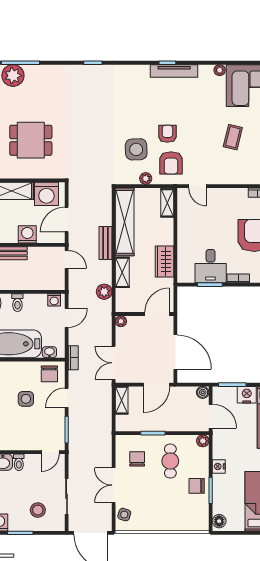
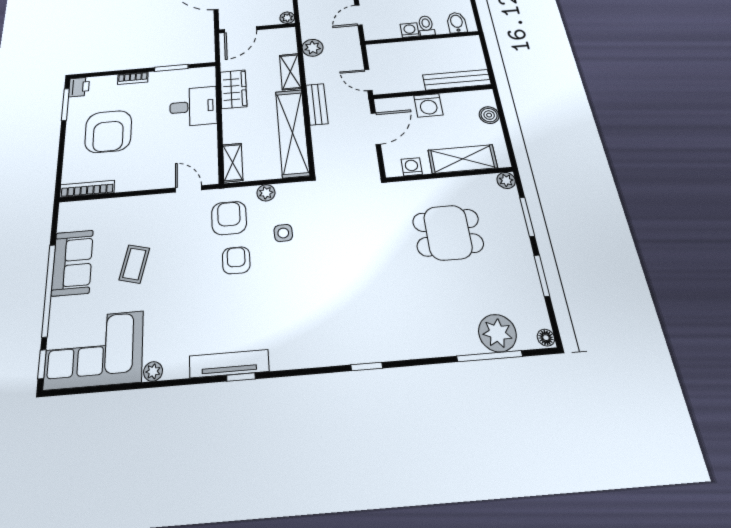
armchair: (167, 134) -> (236, 260), turned 180
side table: (136, 149) -> (283, 233), width x0.54, depth x0.54
washing machine: (46, 194) -> (412, 167), width x0.53, depth x0.53
desk: (211, 266) -> (193, 107), moved, turned 90
washing machine: (54, 300) -> (410, 30), moved

